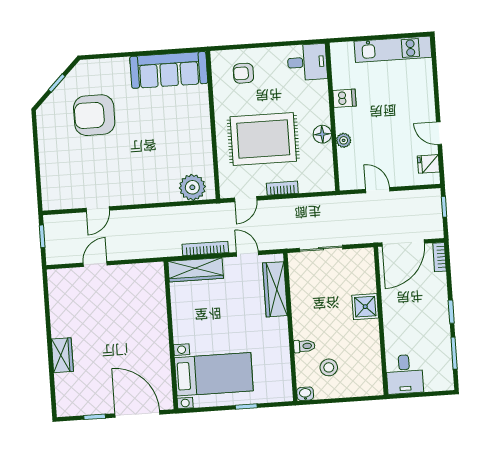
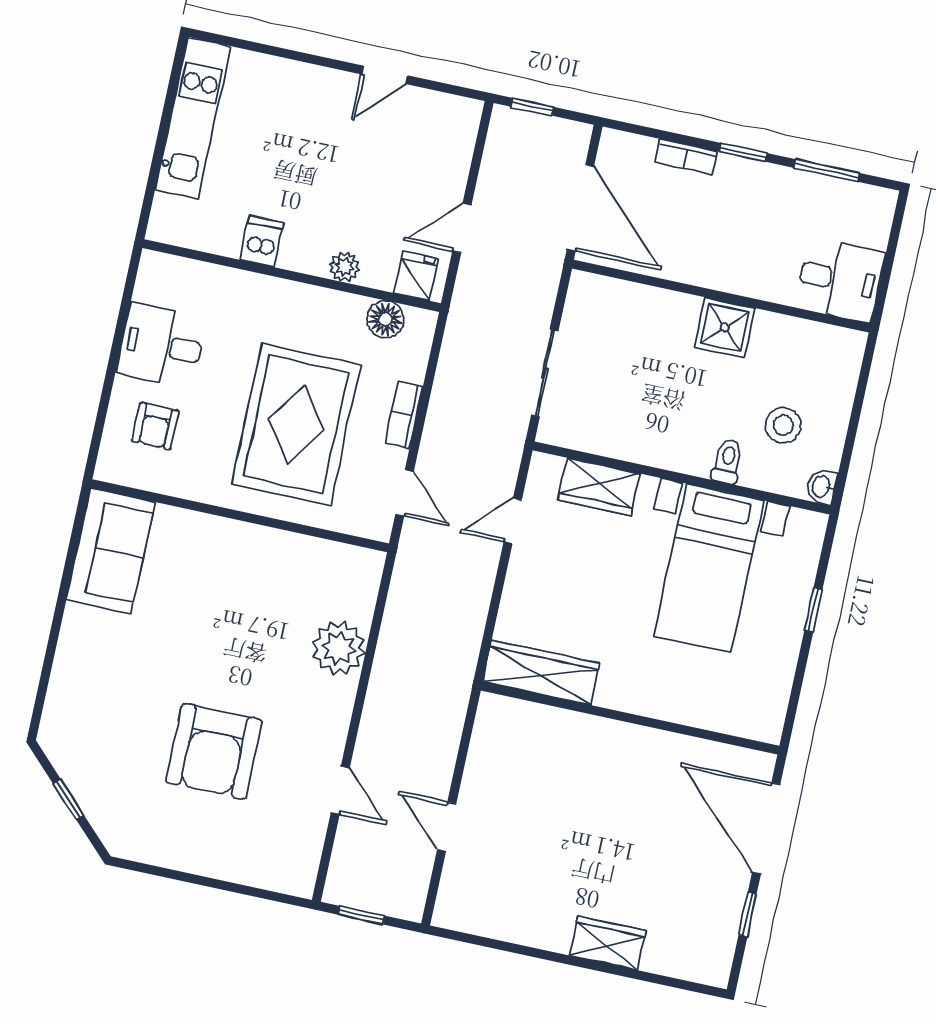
desk: (307, 62) -> (162, 345), moved, turned -90
sofa: (169, 70) -> (111, 551), width x0.73
armchair: (94, 115) -> (214, 751), moved
floor lamp: (322, 134) -> (385, 319), moved
fridge: (428, 164) -> (416, 276), moved, turned 180
plant: (192, 187) -> (339, 648), moved
bookcase: (205, 248) -> (479, 601), removed
bookcase: (440, 257) -> (686, 157), moved
wardrobe: (196, 270) -> (541, 672), moved, turned -90
wardrobe: (275, 289) -> (599, 487), width x0.67
shower: (365, 307) -> (725, 328), moved
bed with nightstands: (214, 374) -> (709, 568), moved, turned 180
door: (137, 414) -> (766, 829), hinge flipped

